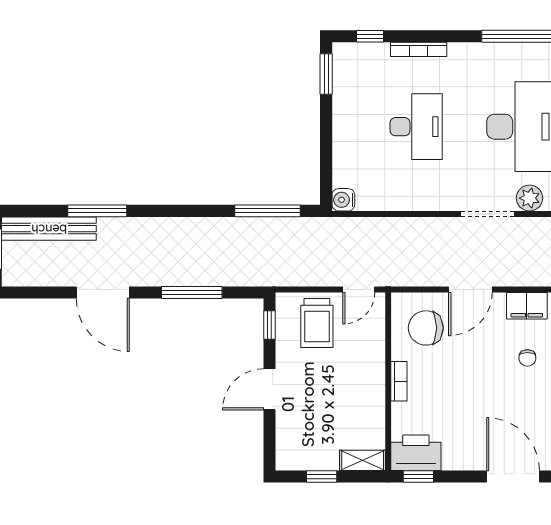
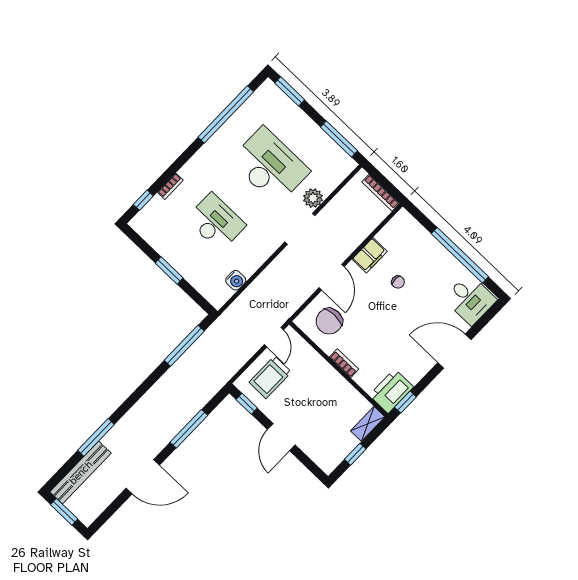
bookcase: (419, 49) -> (170, 186), width x0.64
window: (326, 74) -> (169, 270), moved
water cooler: (343, 200) -> (236, 280), moved, turned -90
trolley: (317, 323) -> (270, 377), turned 90

